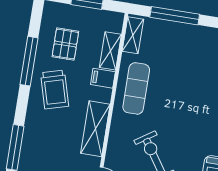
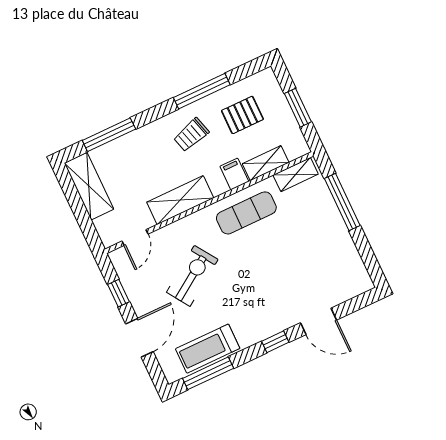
trolley: (55, 90) -> (191, 135), width x0.73, depth x0.72

